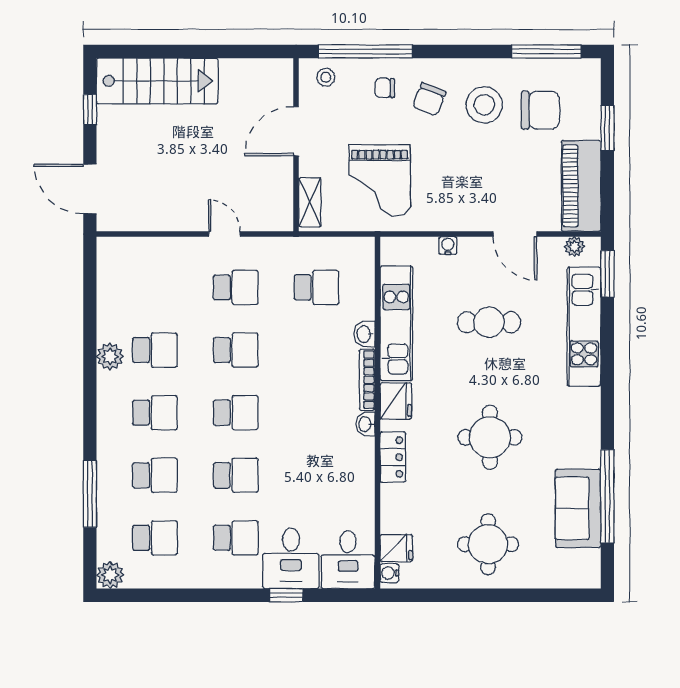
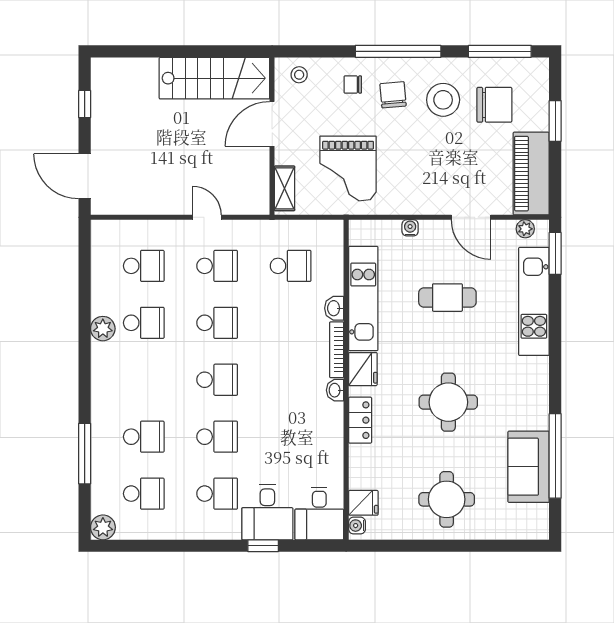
window: (366, 51) -> (398, 51), moved
stairs: (157, 81) -> (214, 78), moved
chair: (429, 99) -> (393, 95), turned 153
school desk: (155, 413) -> (144, 266), moved

